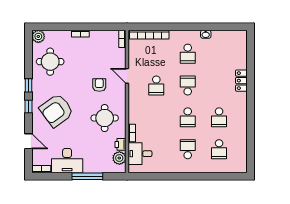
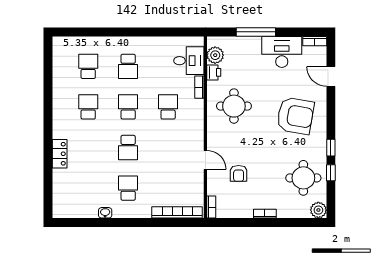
armchair: (99, 85) -> (239, 173), moved
school desk: (156, 86) -> (168, 107), moved
window: (29, 106) -> (331, 173), moved
armchair: (56, 110) -> (295, 116), turned 46

